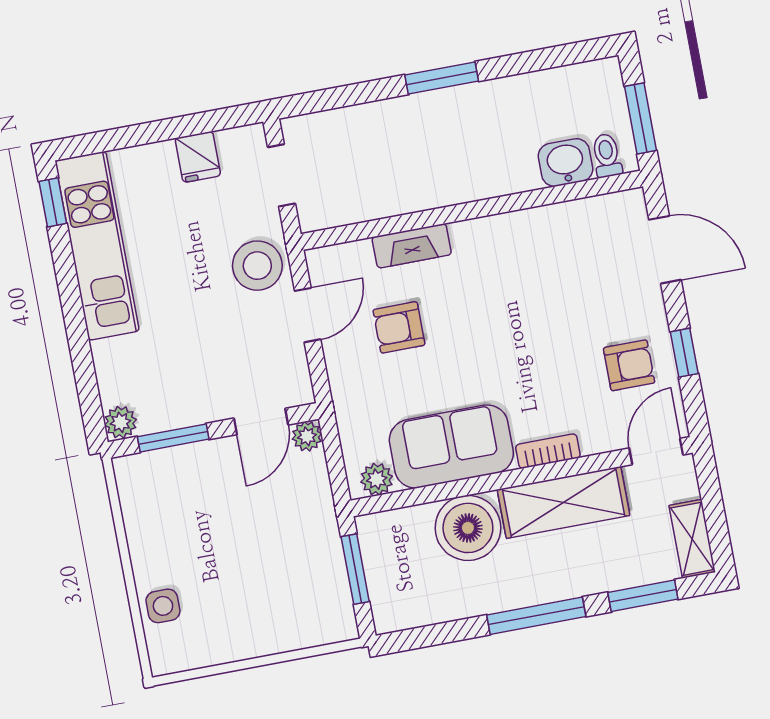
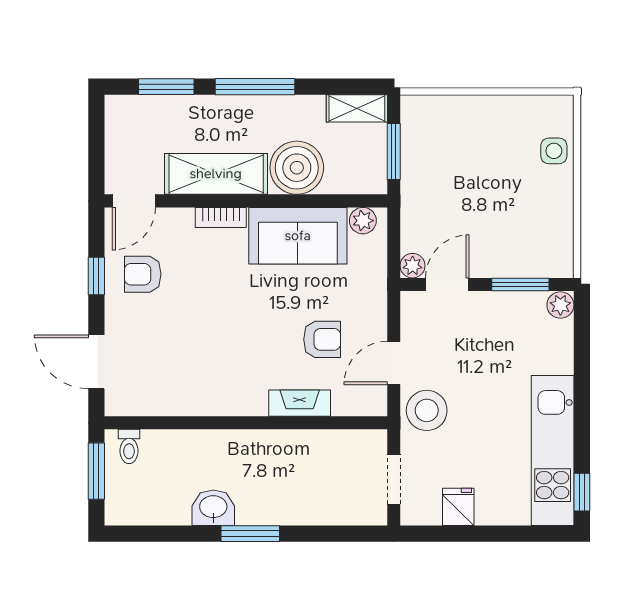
washbasin: (565, 163) -> (213, 508), moved, turned 180
shelving: (692, 539) -> (357, 108), moved, turned 90

